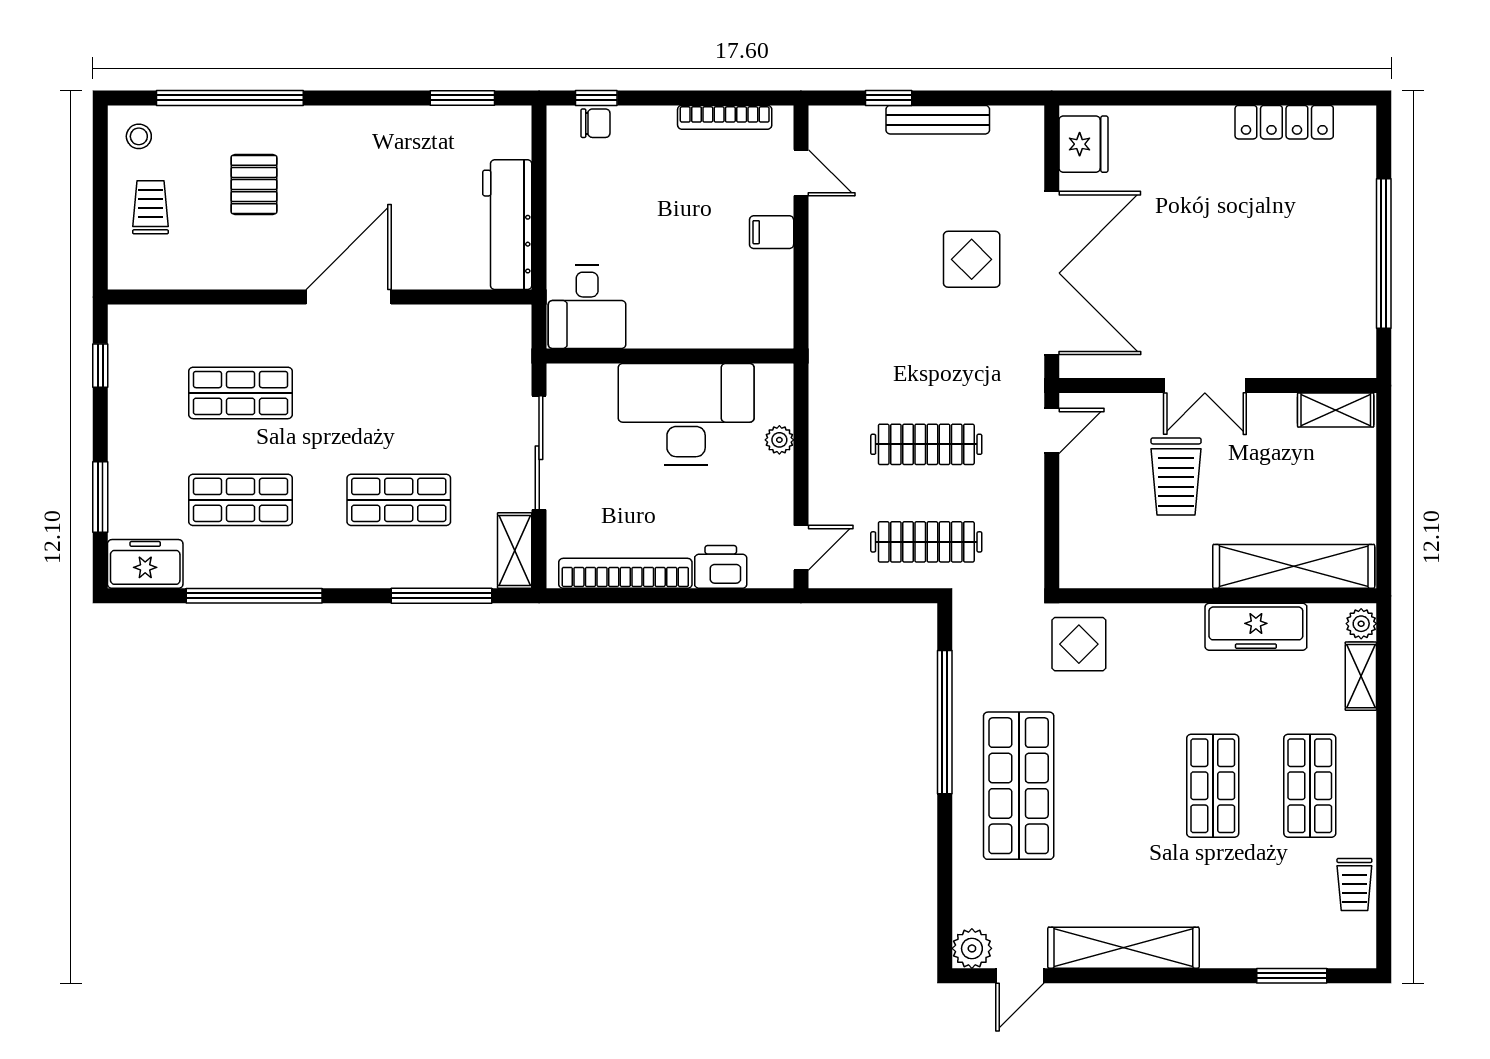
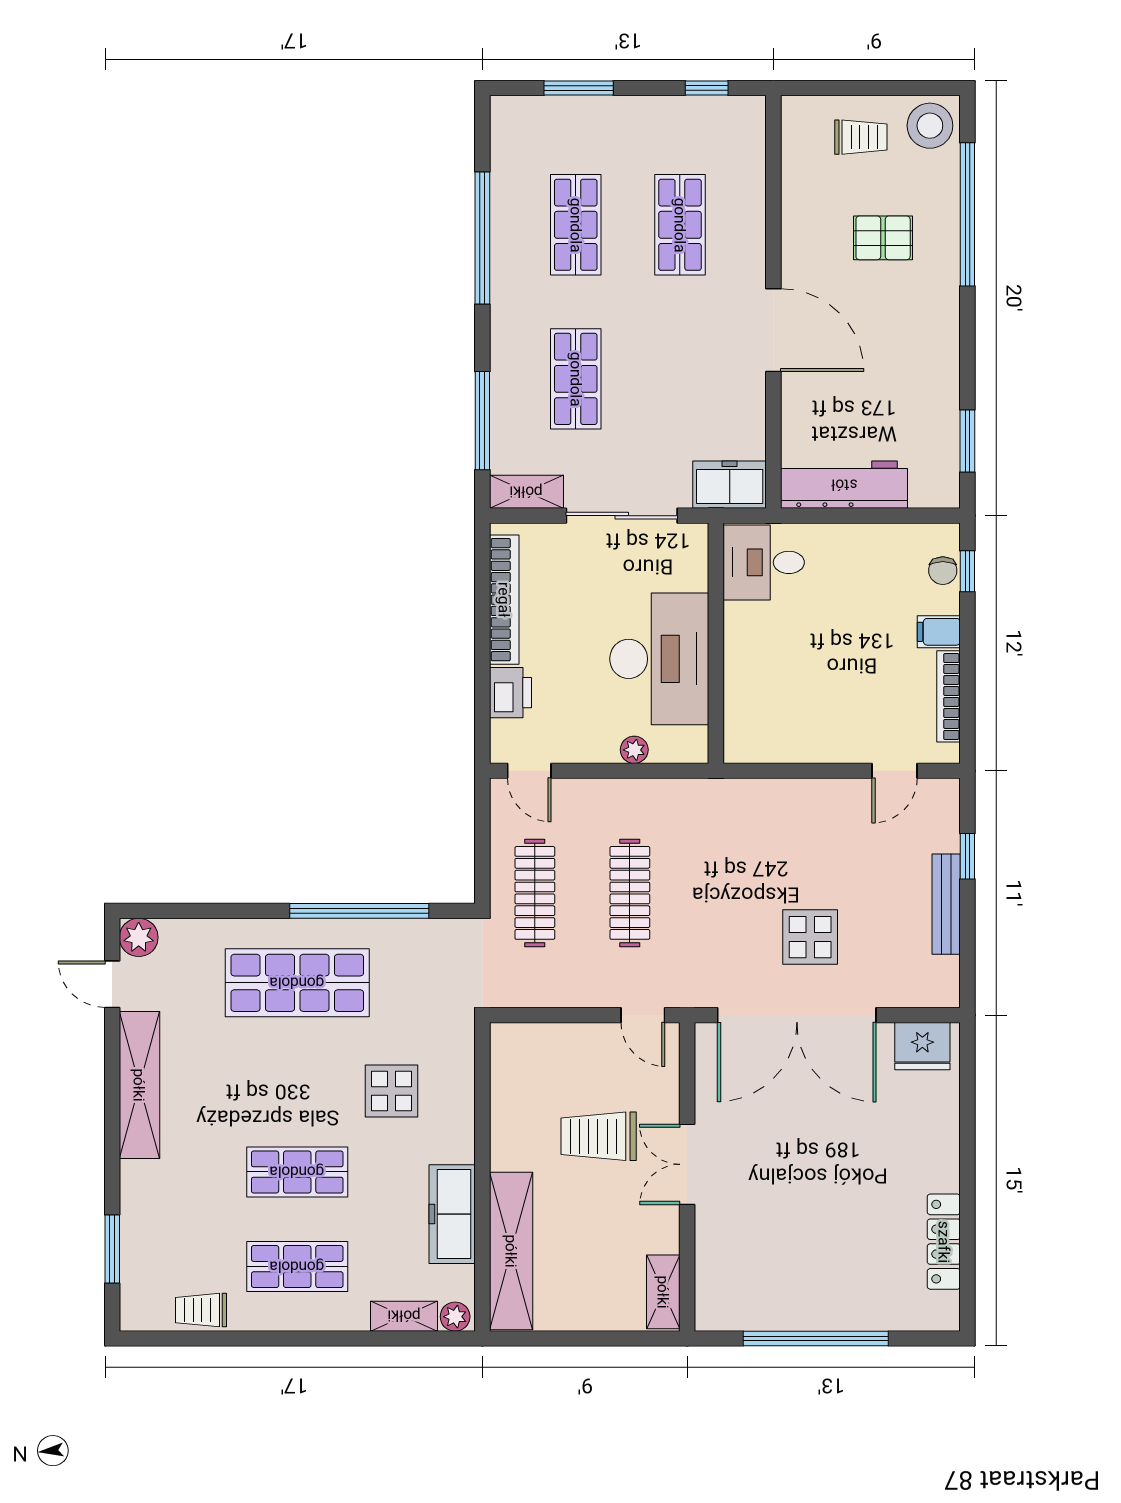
stool: (139, 136) -> (930, 126), width x1.89, depth x1.89
filing cabinet: (772, 232) -> (939, 632), moved, turned -90
freezer: (145, 564) -> (730, 485), moved, turned -90
display table: (1079, 644) -> (391, 1091), moved

